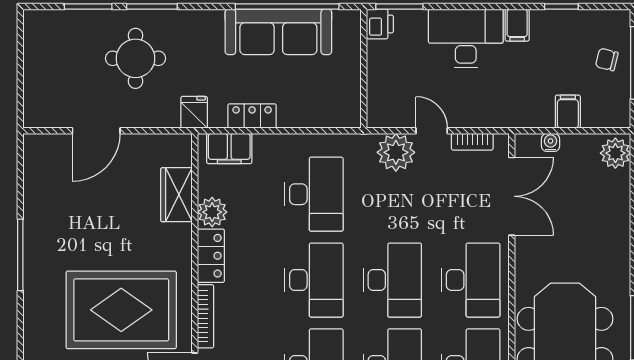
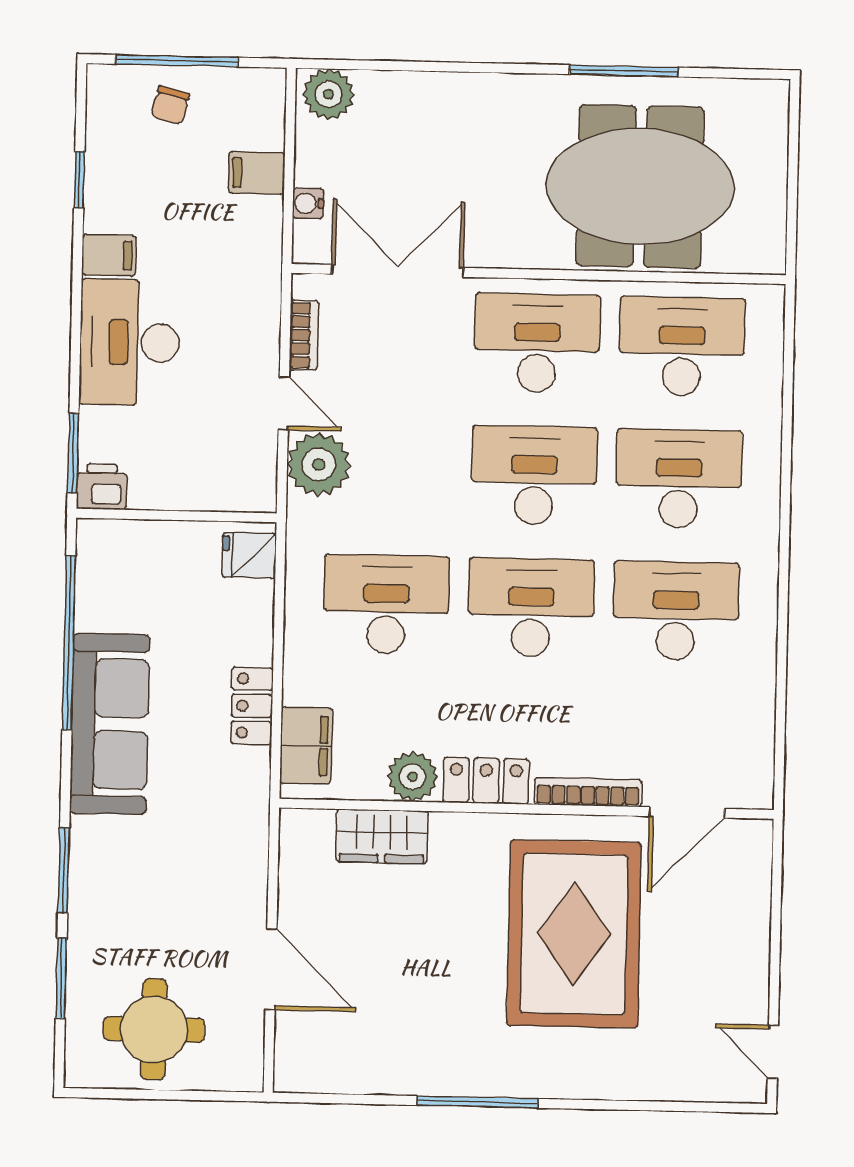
sofa: (278, 32) -> (110, 724), moved
round table: (136, 58) -> (154, 1029), moved
fridge: (194, 112) -> (249, 555), moved
door: (432, 131) -> (284, 403), swing flipped

